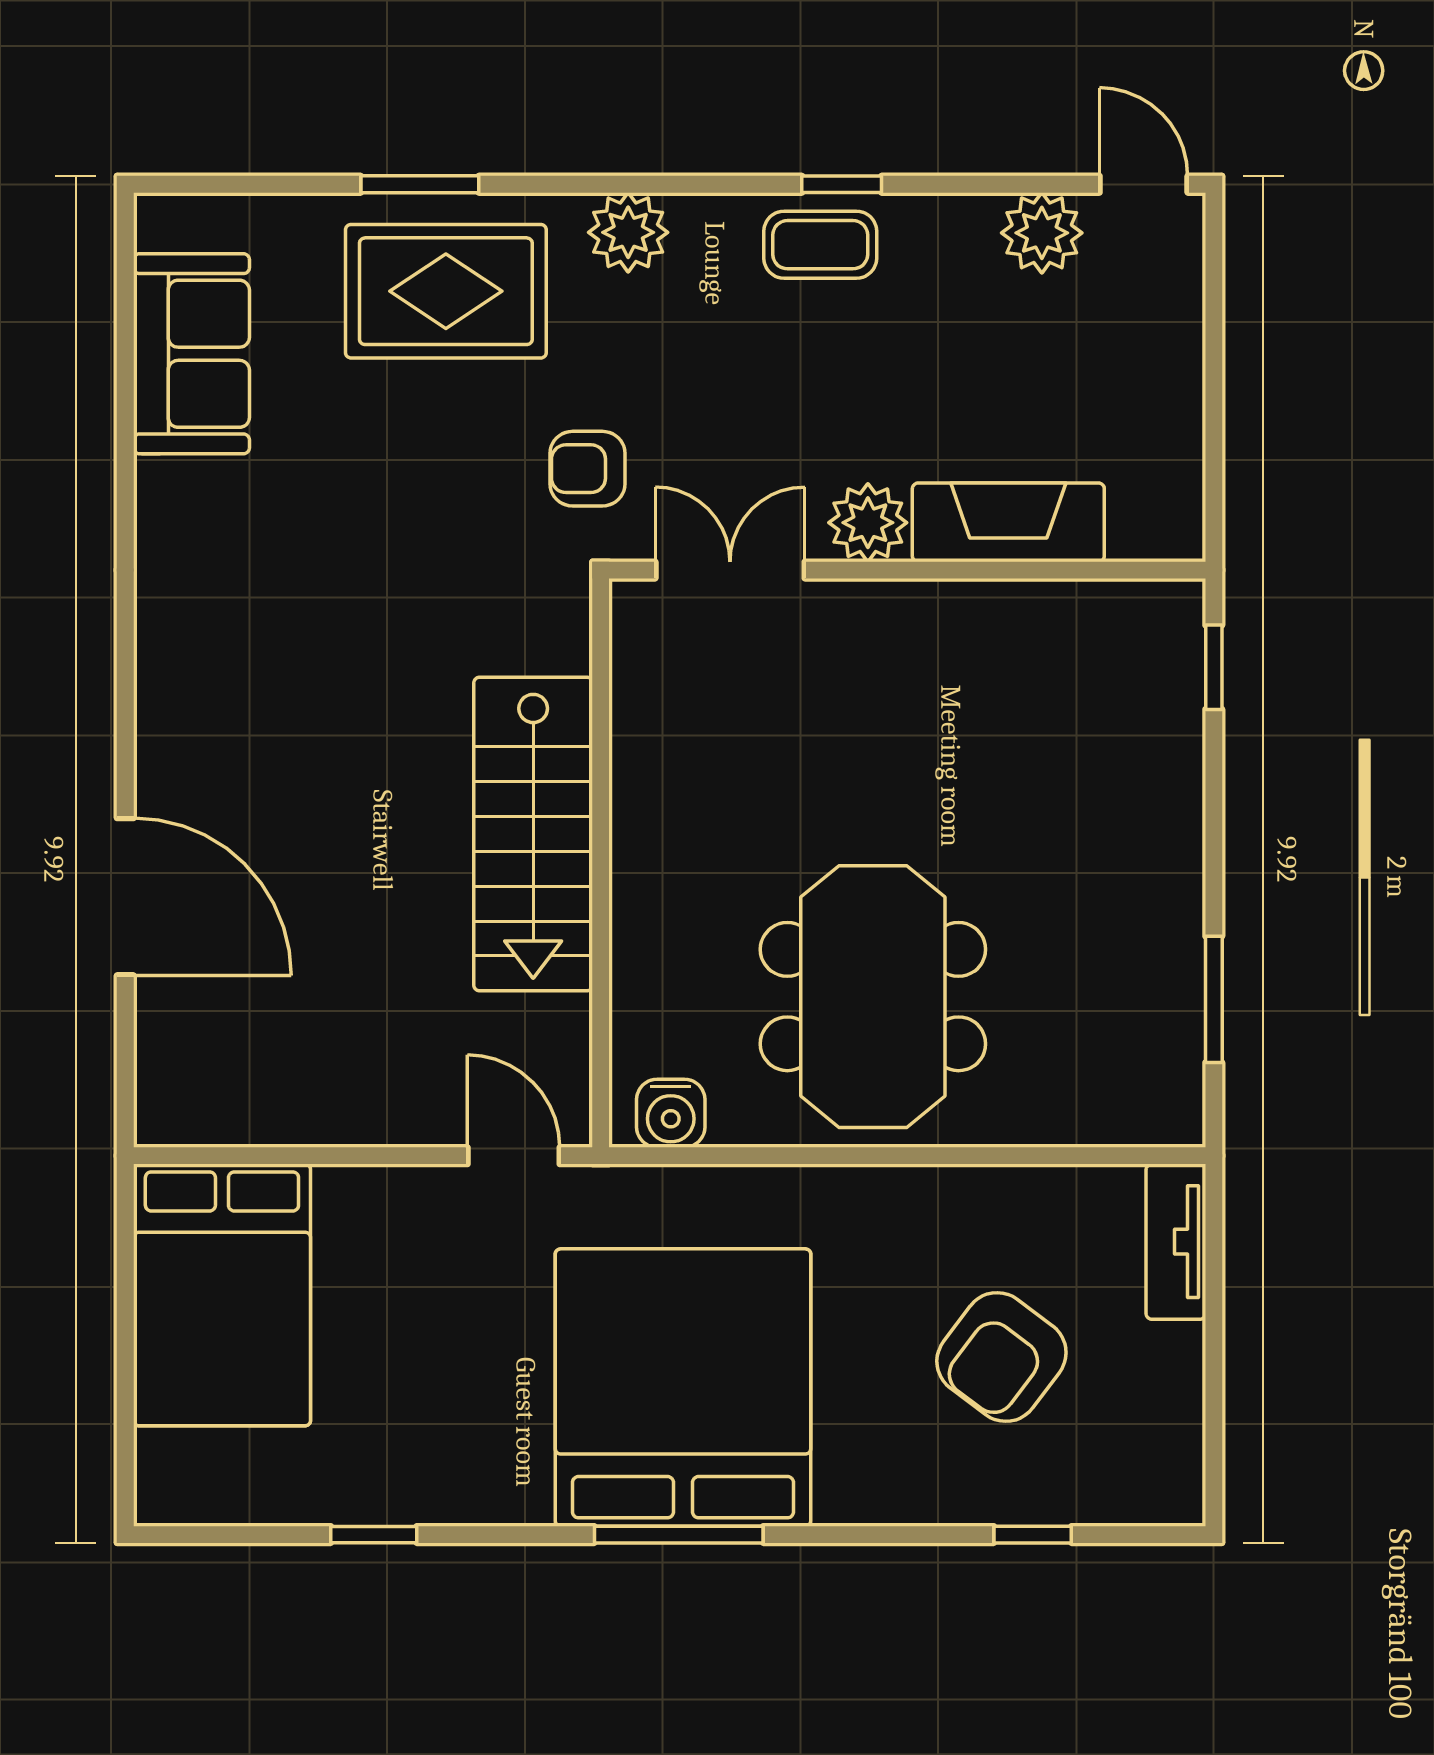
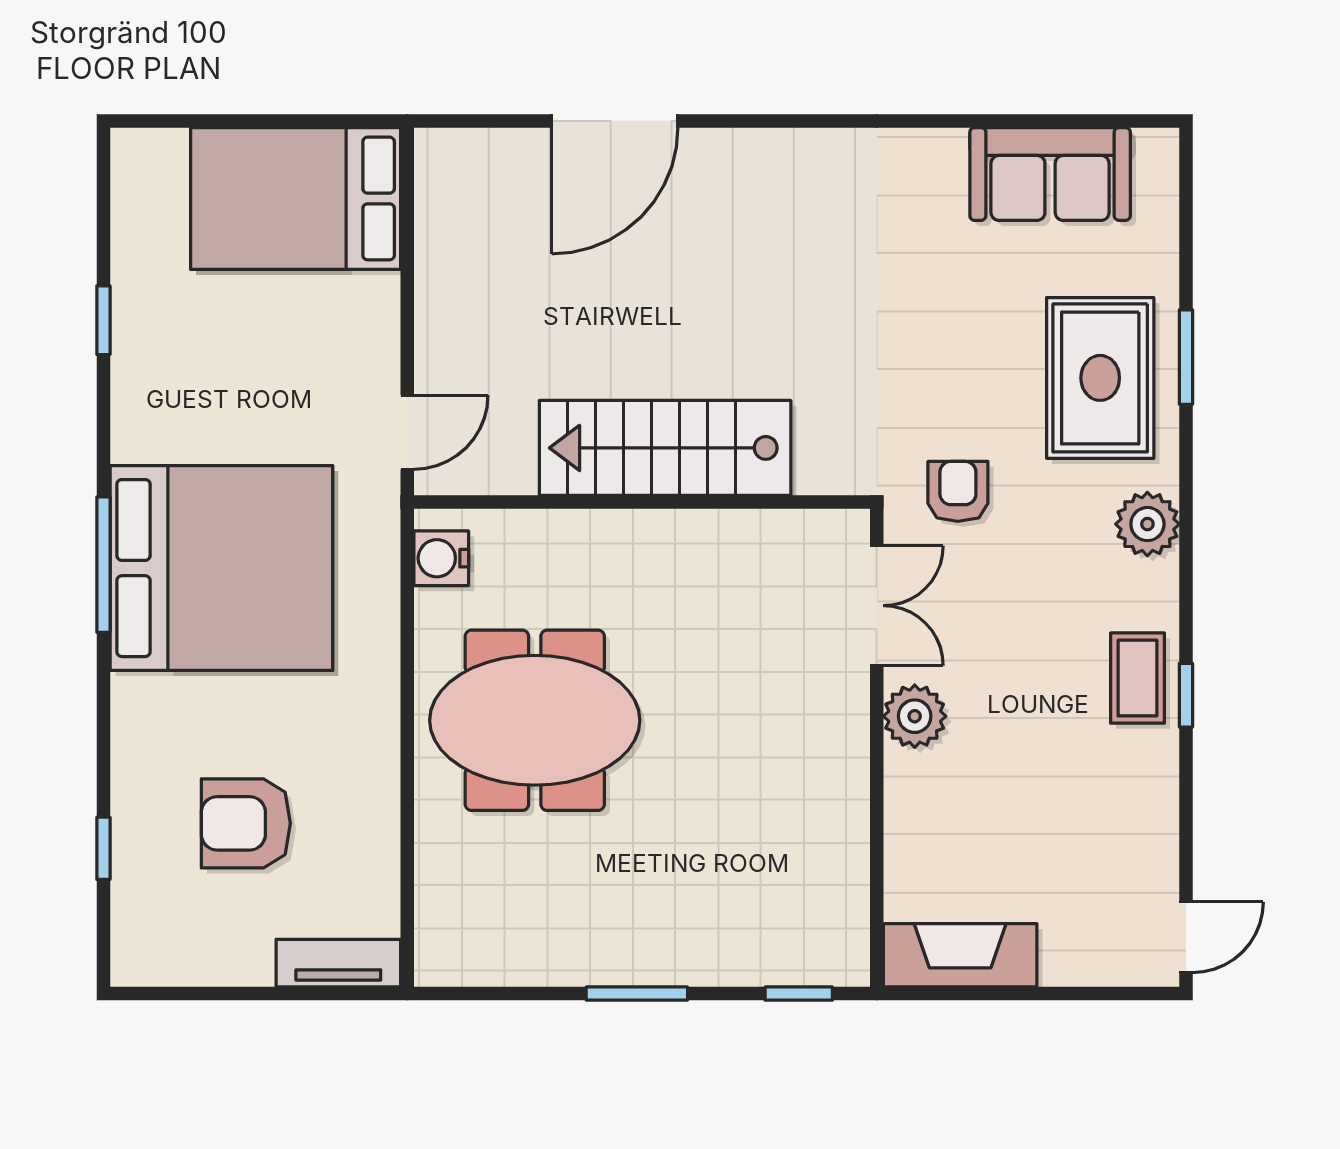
plant: (1042, 233) -> (1147, 856), removed
fireplace: (1008, 522) -> (960, 955), moved, turned -90
window: (1214, 999) -> (637, 994), moved
armchair: (1001, 1357) -> (246, 823), turned -37

